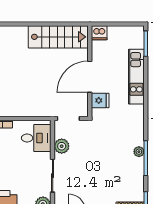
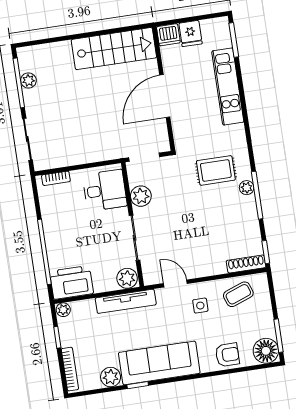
fridge: (100, 100) -> (190, 34), moved, turned 90
rug: (119, 136) -> (216, 170), added

